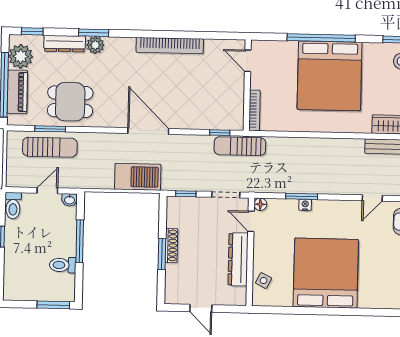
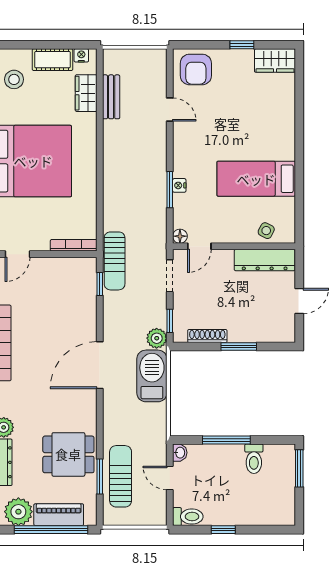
dining table: (70, 102) -> (68, 454), turned 90
plant: (171, 182) -> (157, 338), added
shoe rack: (171, 245) -> (207, 336), moved
dresser: (238, 259) -> (265, 260), moved
bed: (326, 273) -> (256, 179), width x0.49

